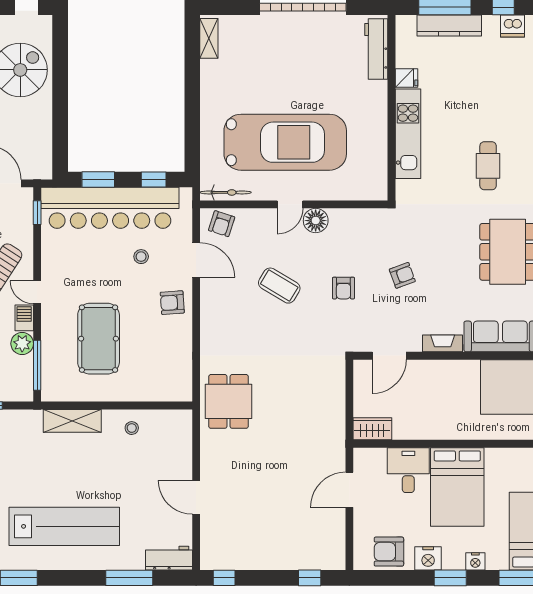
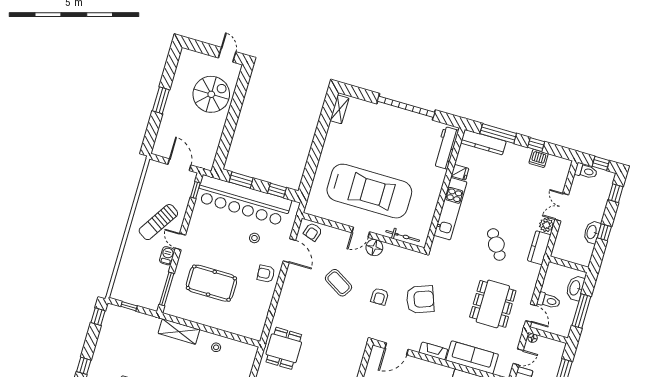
kitchen counter: (449, 26) -> (483, 142), moved
cafe table: (488, 166) -> (496, 244), turned -33
bicycle: (226, 192) -> (403, 236), moved
armchair: (402, 275) -> (420, 299), width x1.88, depth x1.88
pool table: (99, 339) -> (211, 283), turned 90
plant: (22, 344) -> (161, 272), removed

